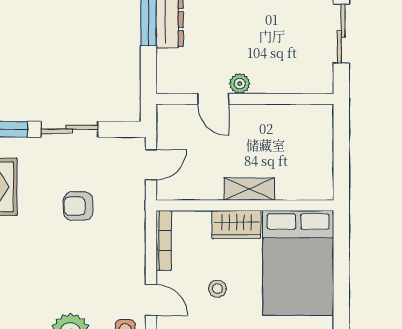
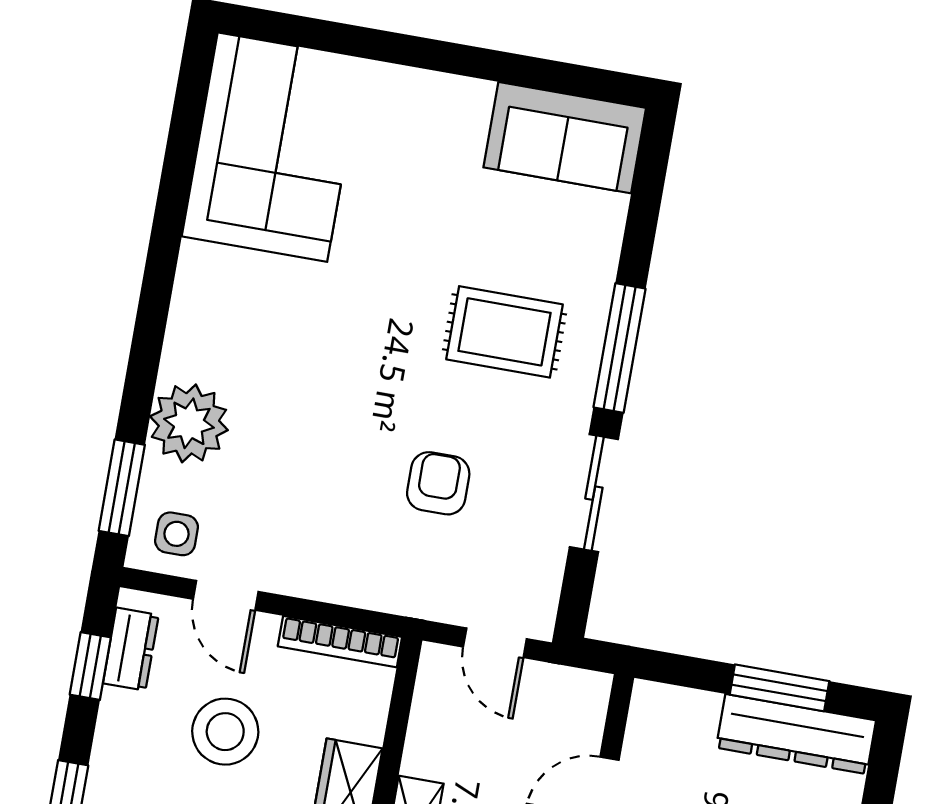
stool: (217, 289) -> (225, 732), width x1.89, depth x1.89
door: (151, 300) -> (226, 595), hinge flipped

